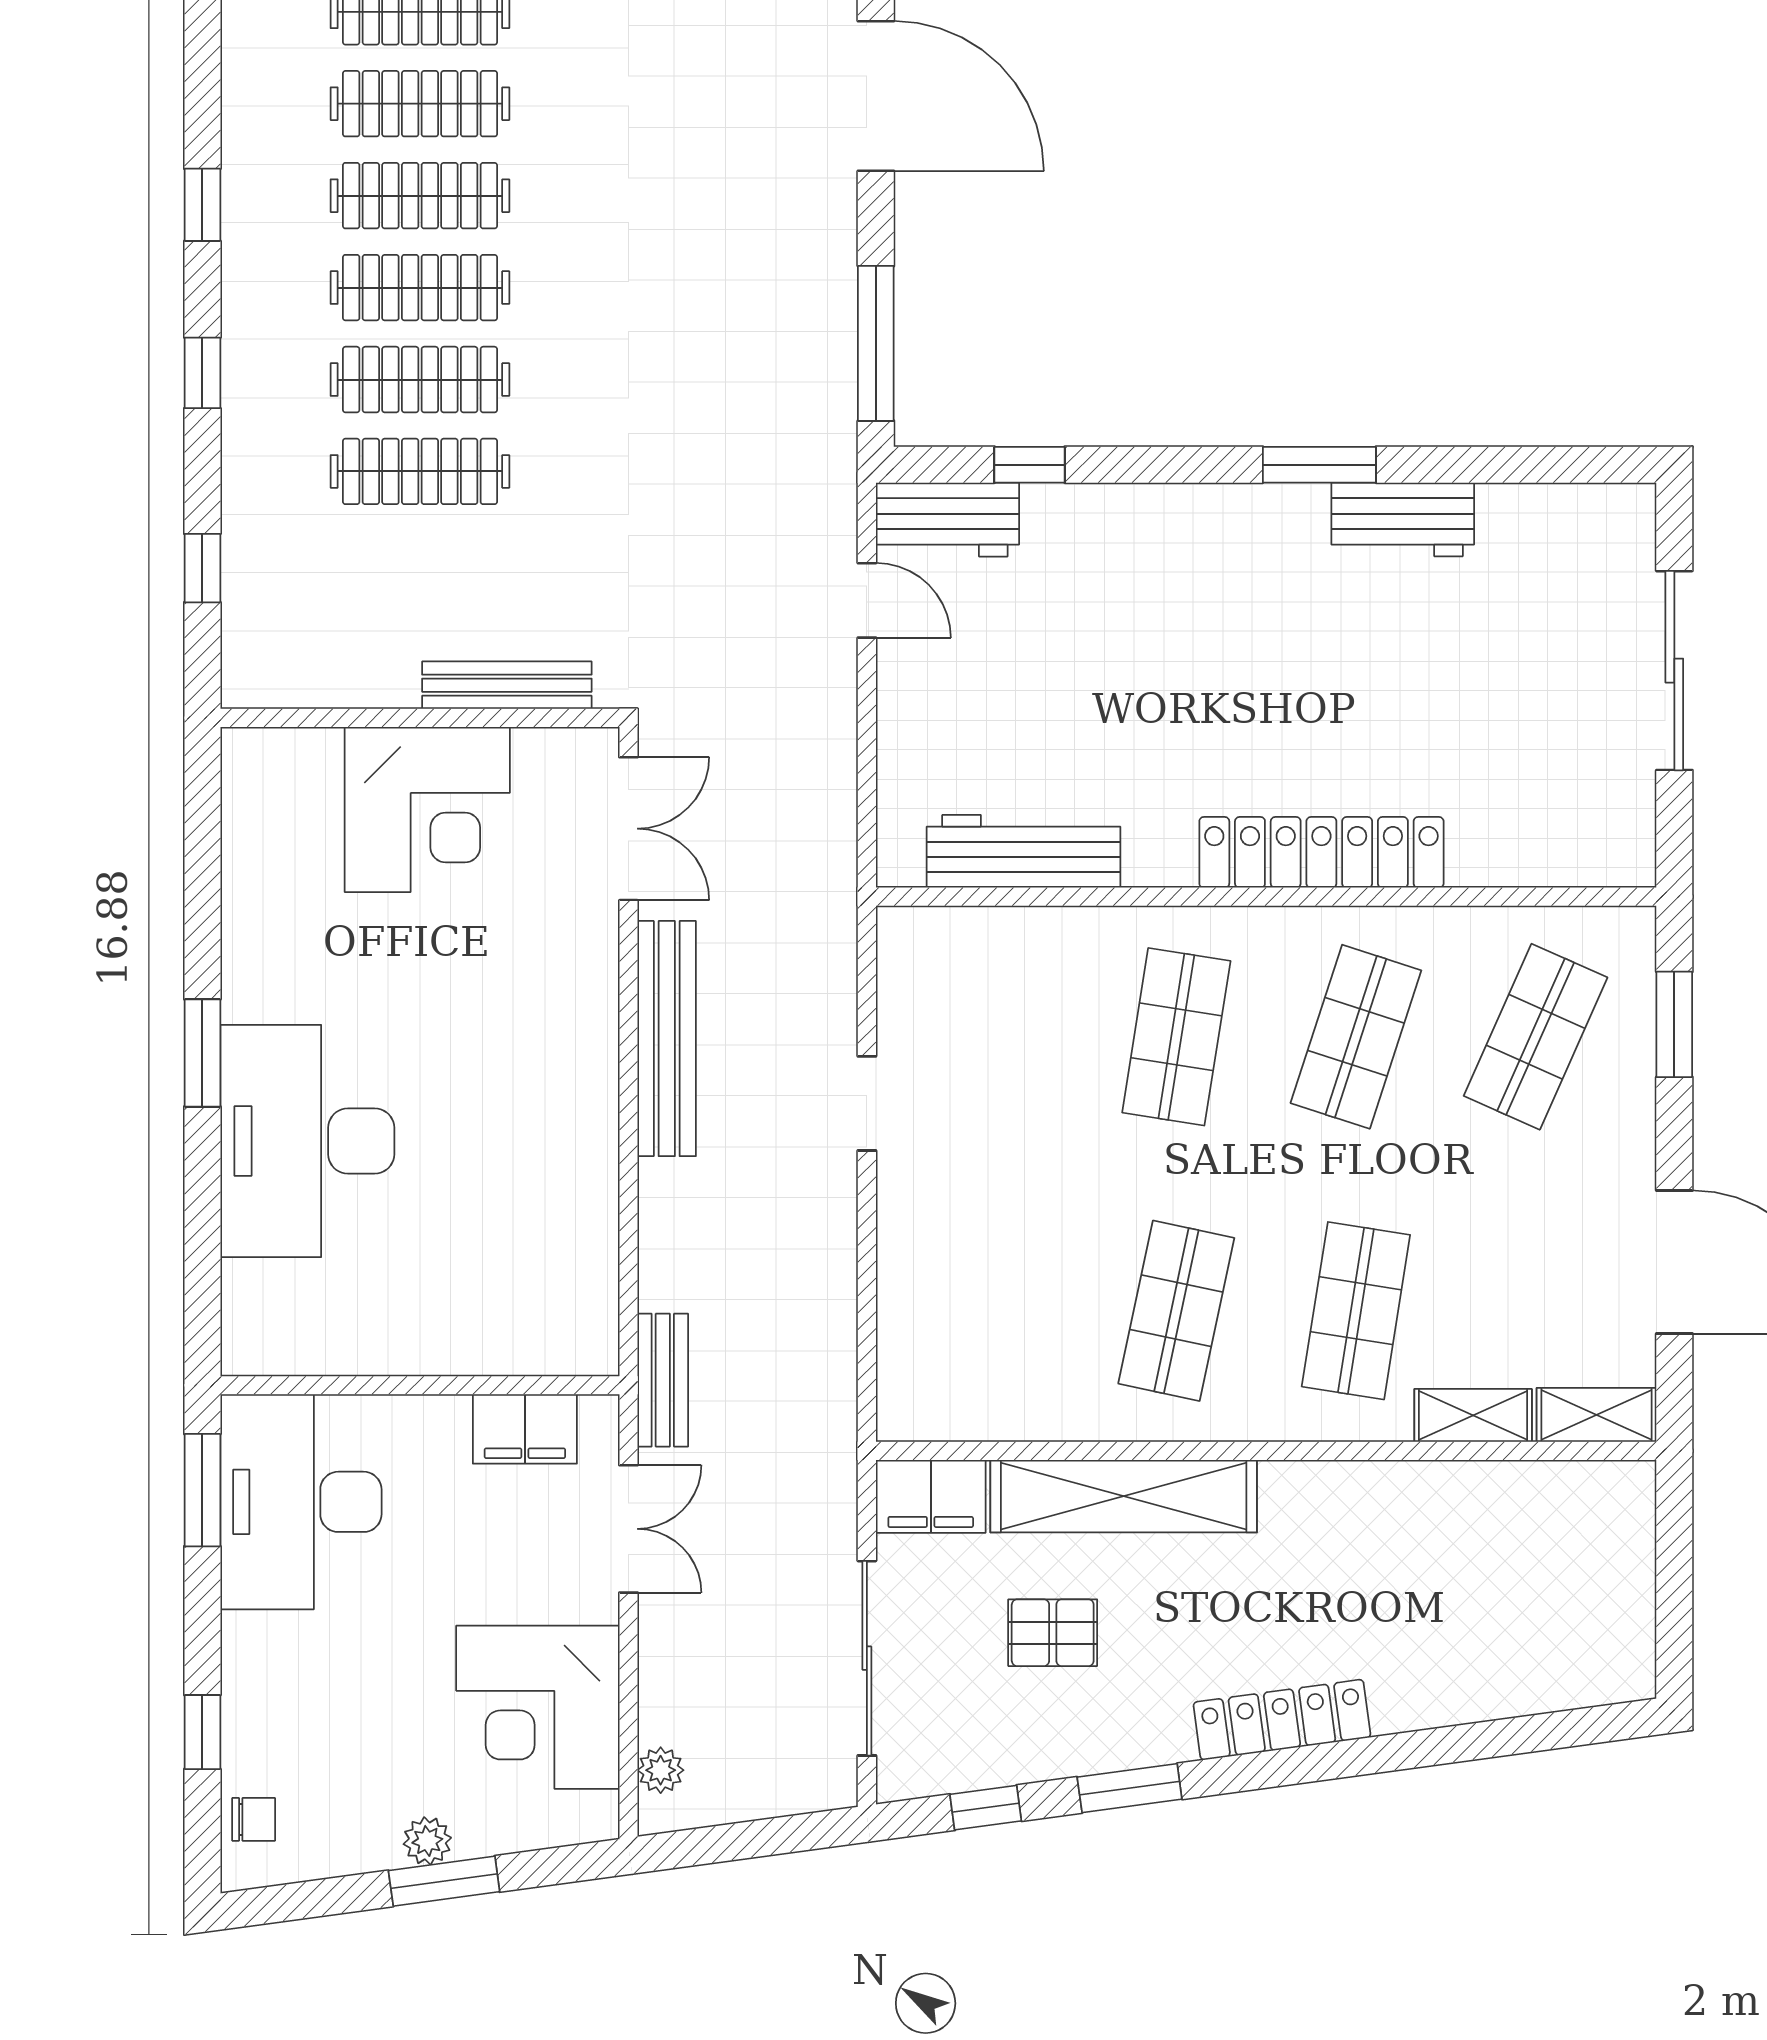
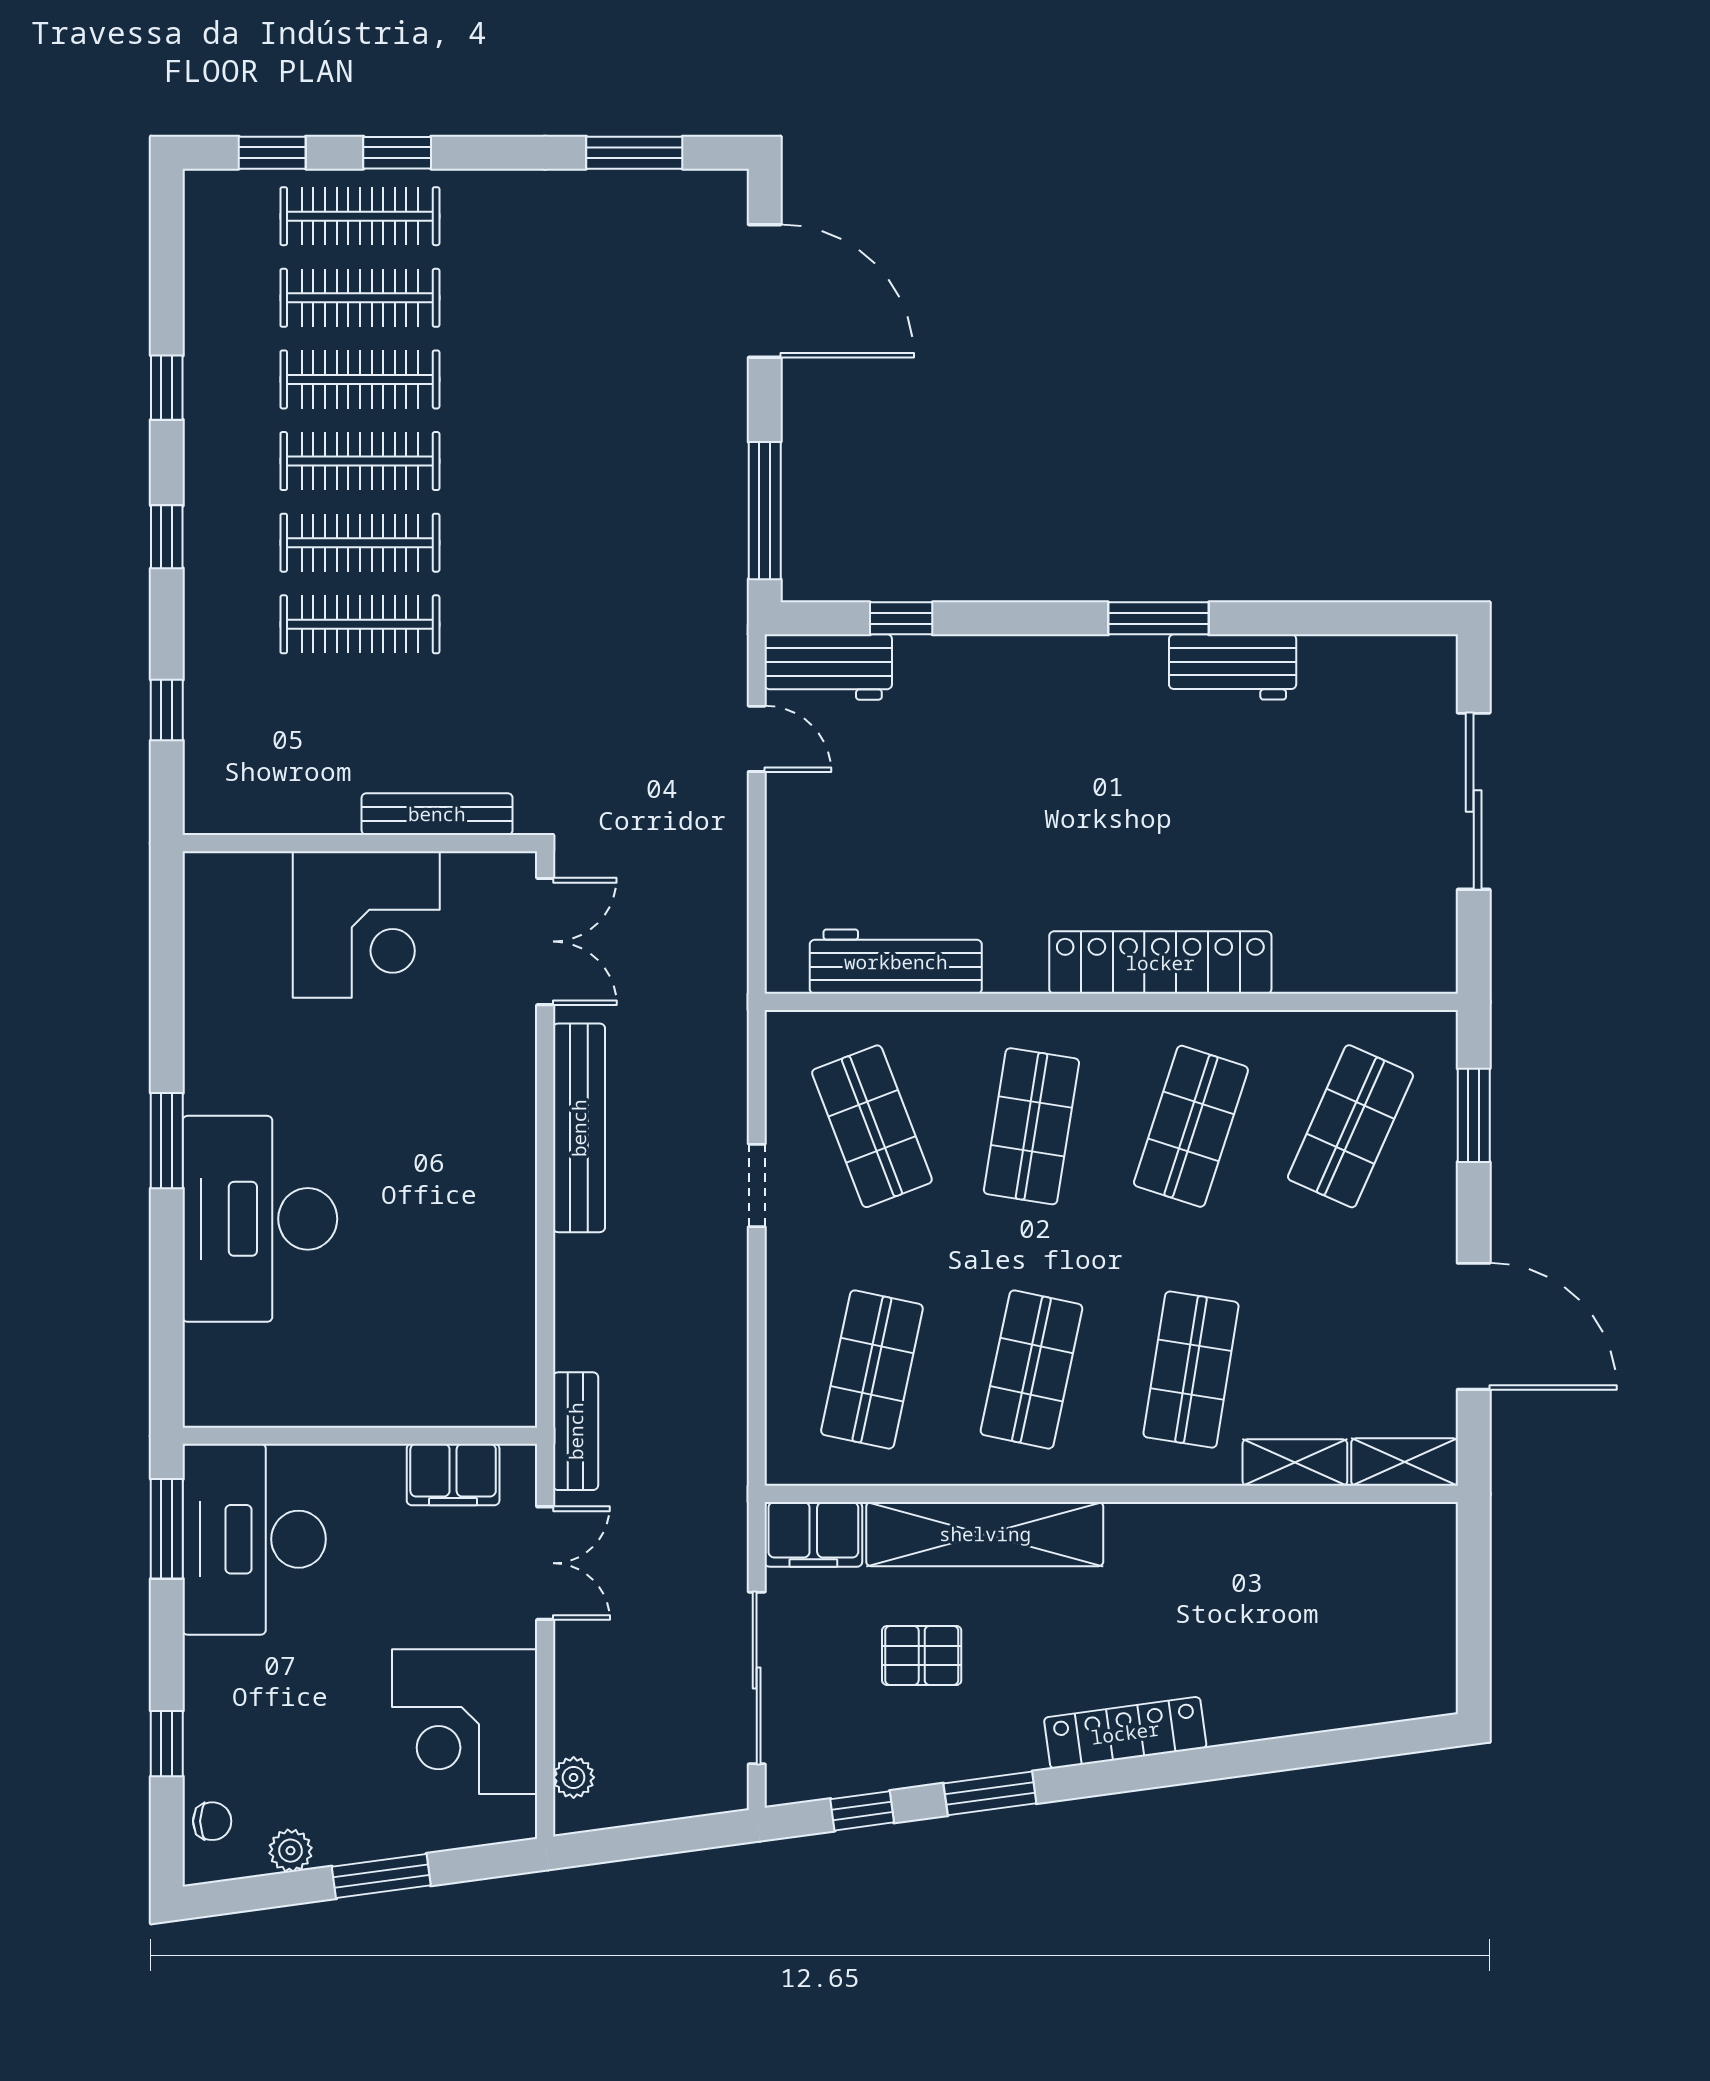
shop shelf: (997, 1037) -> (872, 1126), added
shop shelf: (997, 1311) -> (872, 1370), added
plant: (427, 1841) -> (291, 1851), moved

